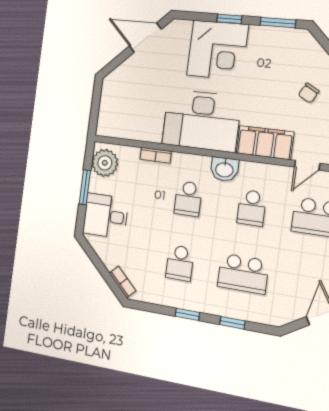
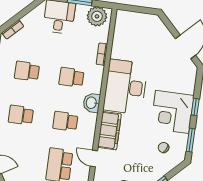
corner desk: (217, 50) -> (172, 112), moved
chair: (309, 93) -> (164, 148), moved
school desk: (243, 274) -> (21, 115), width x0.54

